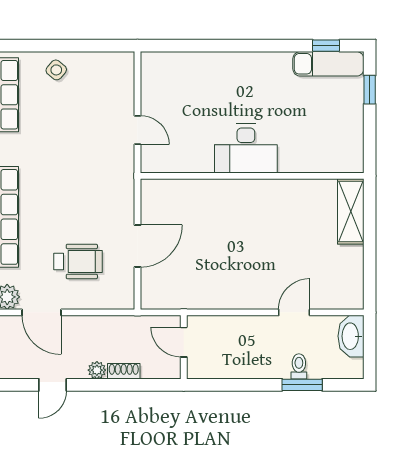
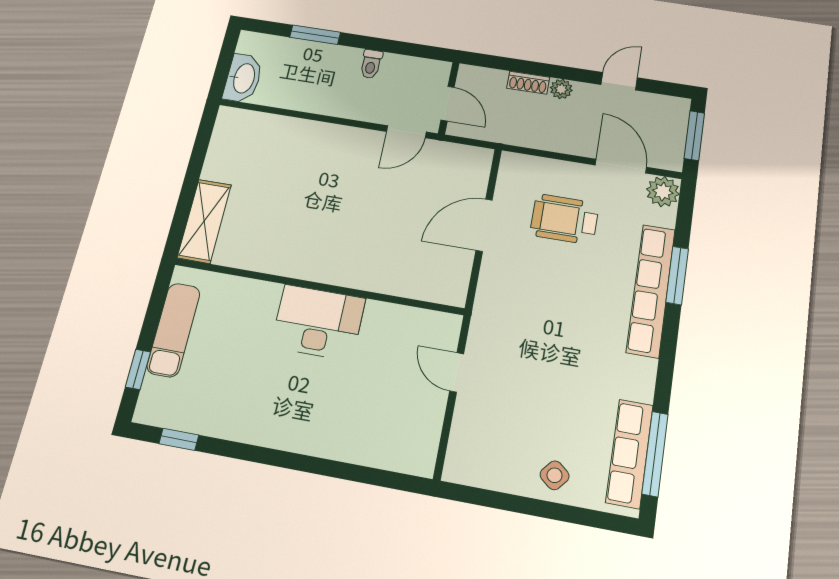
exam couch: (328, 64) -> (174, 330), moved, turned 90
door: (294, 312) -> (406, 132), moved
toilet: (299, 366) -> (371, 64), moved

